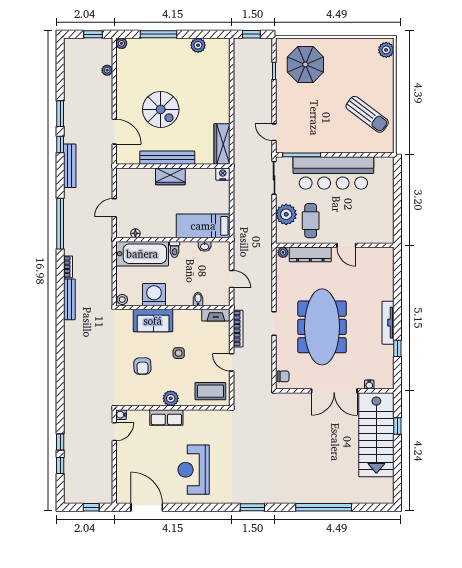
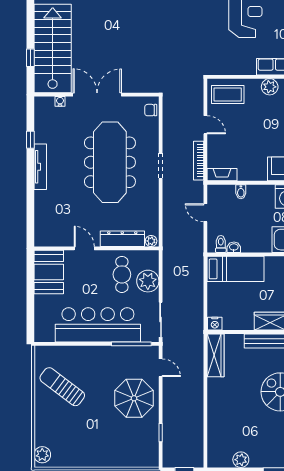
parasol: (305, 64) -> (134, 398), moved
booth: (380, 223) -> (49, 272), added
toilet: (175, 249) -> (221, 244), moved
side table: (179, 353) -> (261, 135), removed

